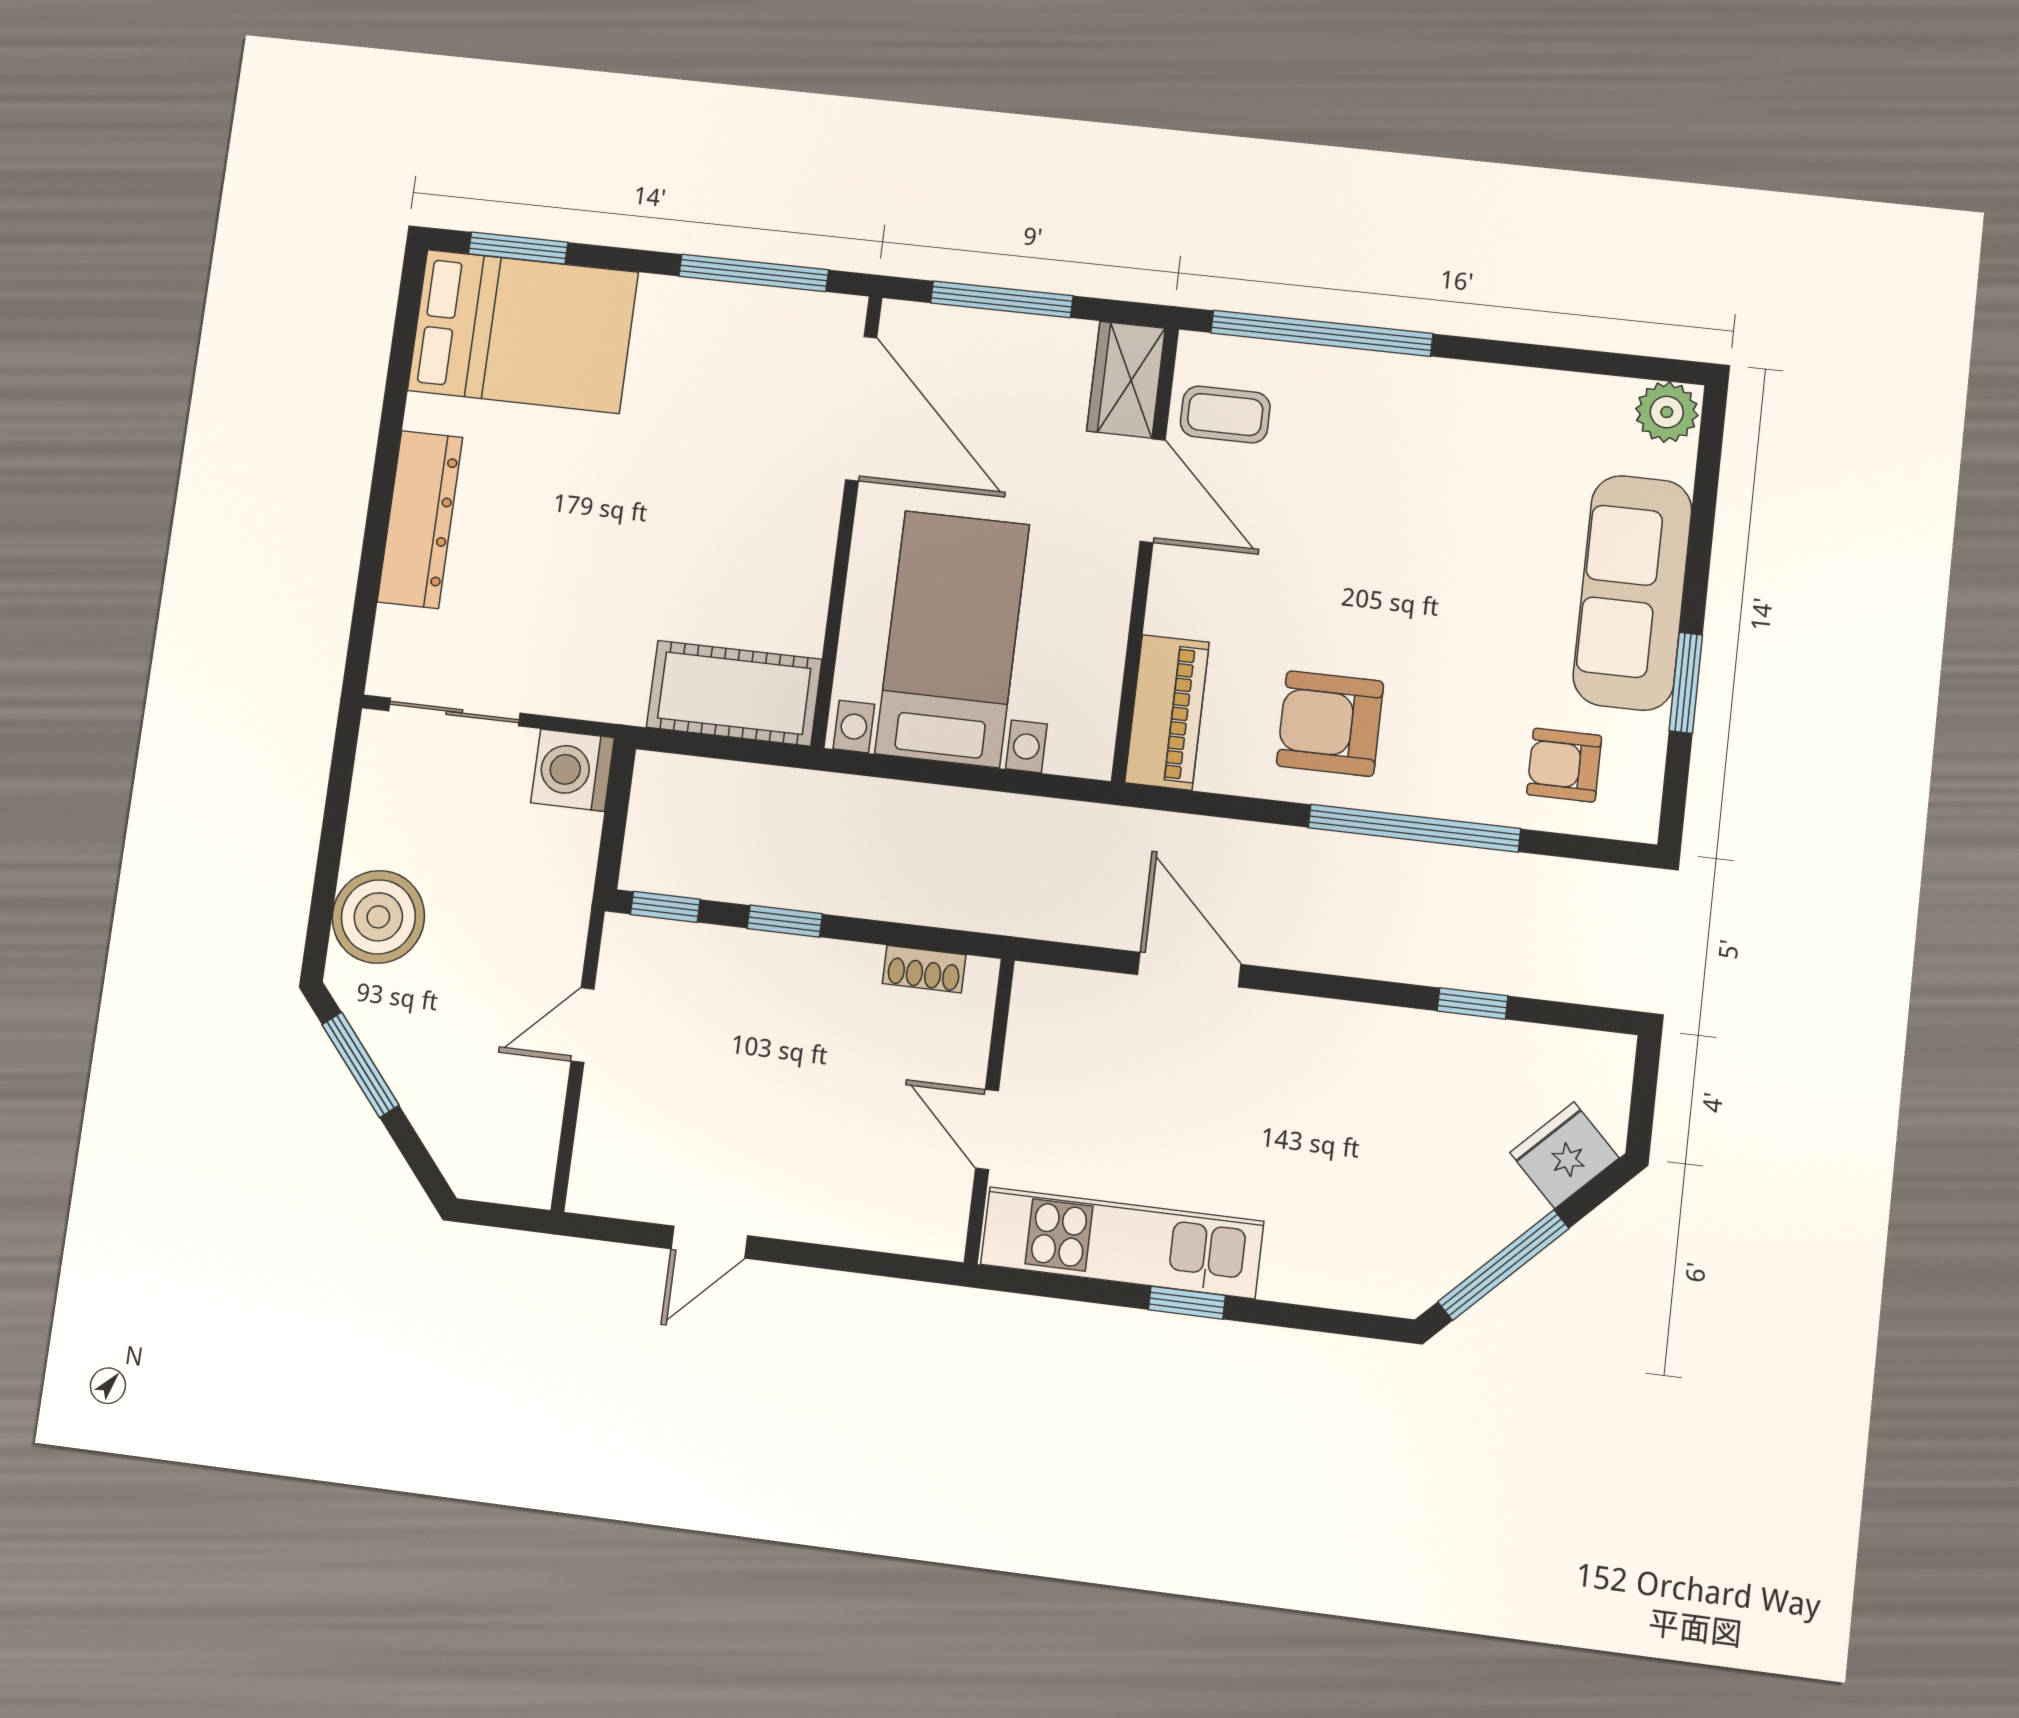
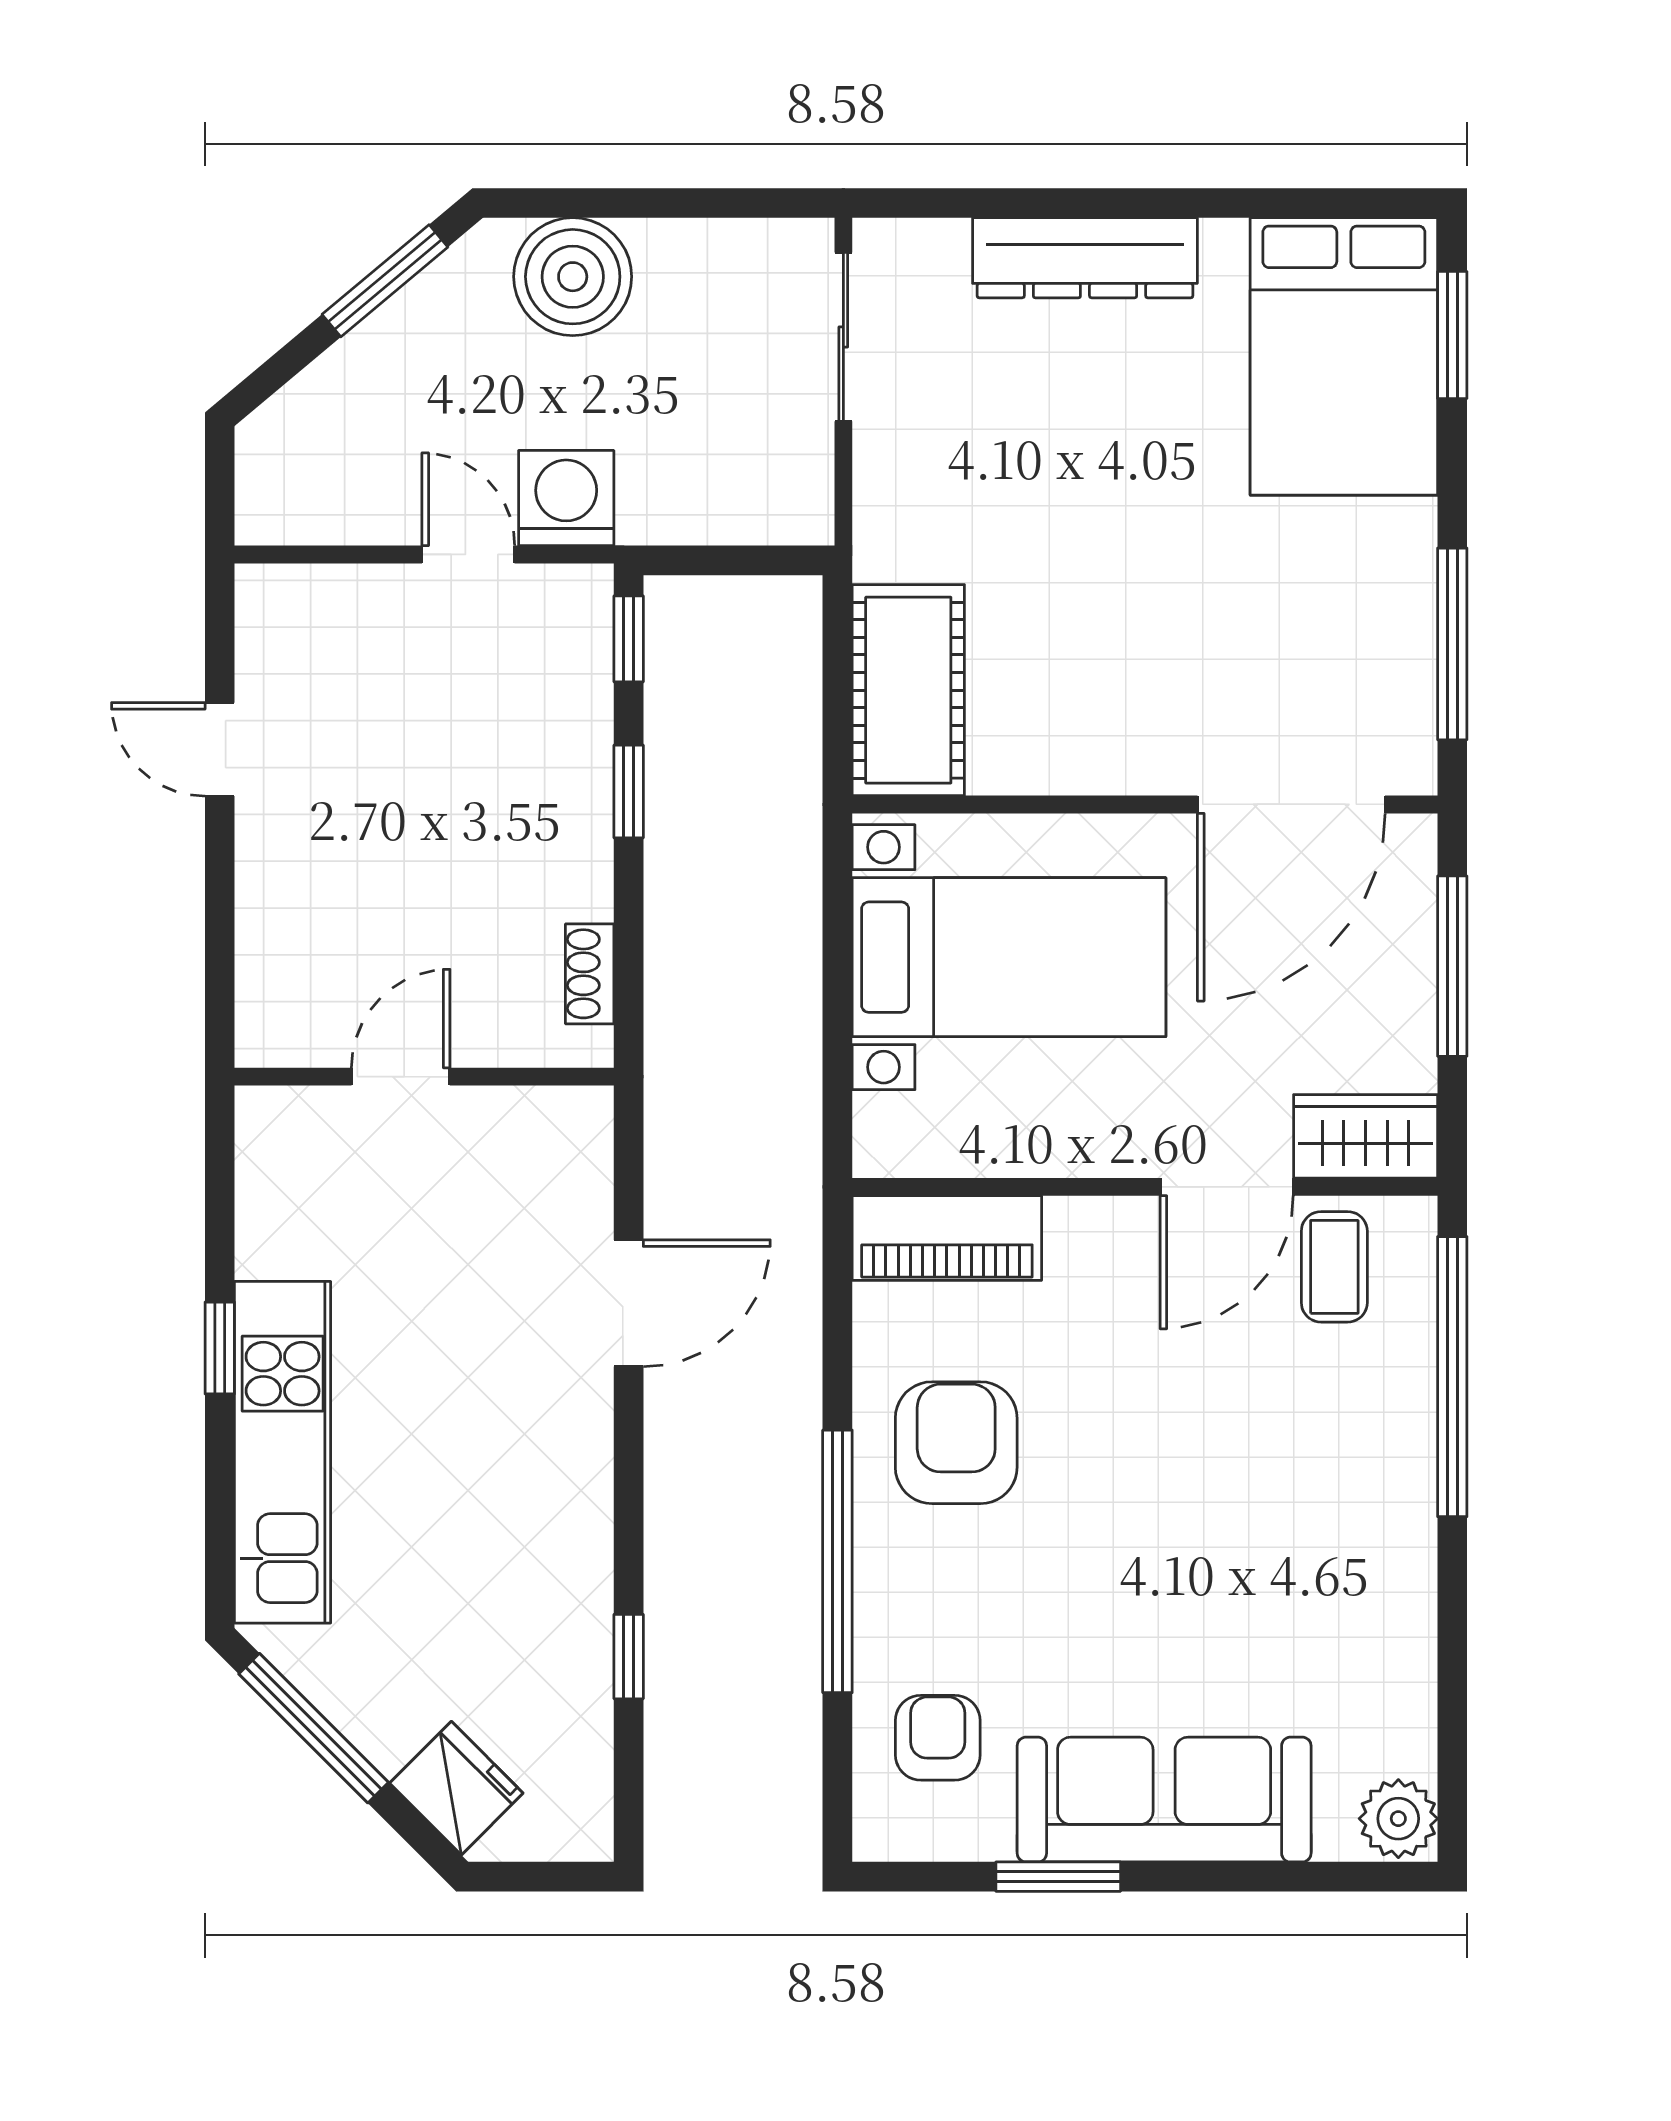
washing machine: (573, 770) -> (566, 498), moved
kitchen unit: (1122, 1243) -> (283, 1452), moved

